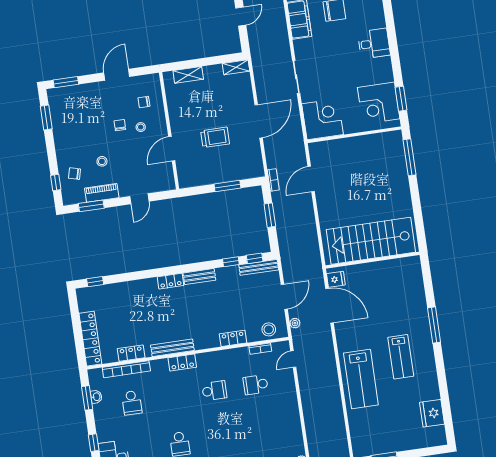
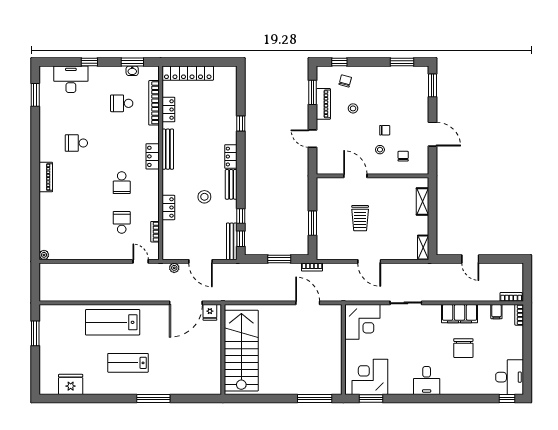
door: (259, 121) -> (369, 261), width x0.73
window: (95, 282) -> (241, 123), moved
stool: (269, 329) -> (204, 197), moved

